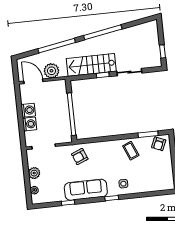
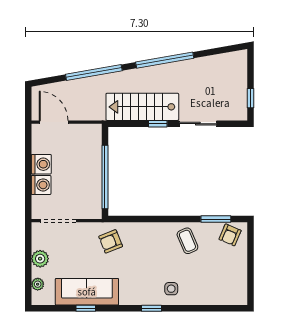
plant: (51, 71) -> (82, 109), removed
sofa: (86, 190) -> (87, 292), moved

